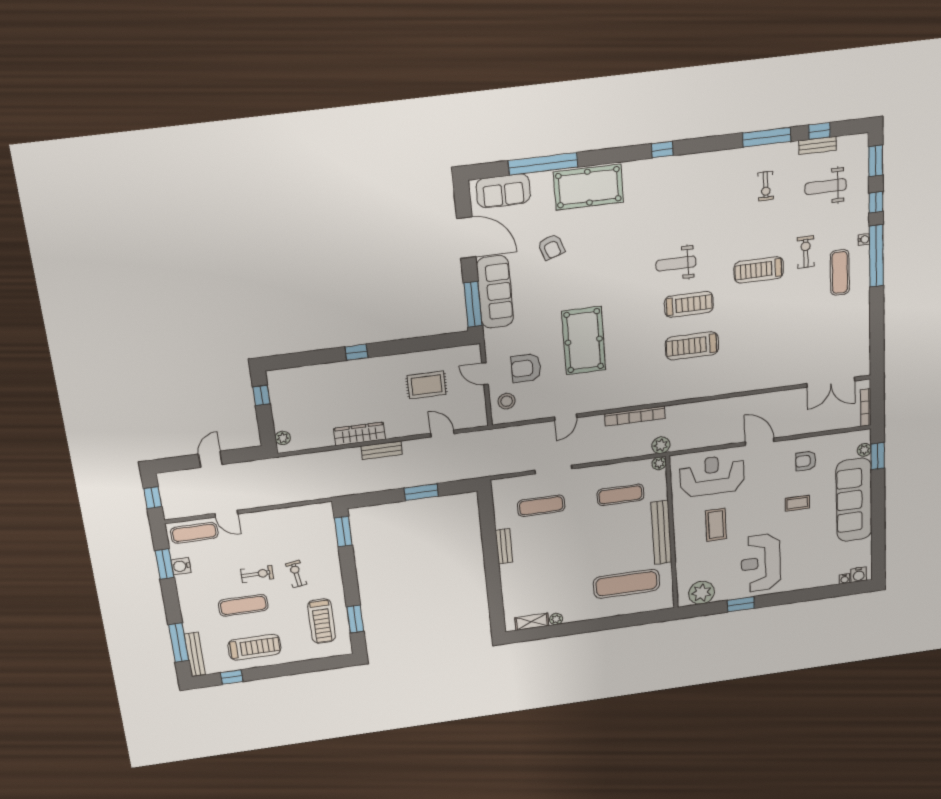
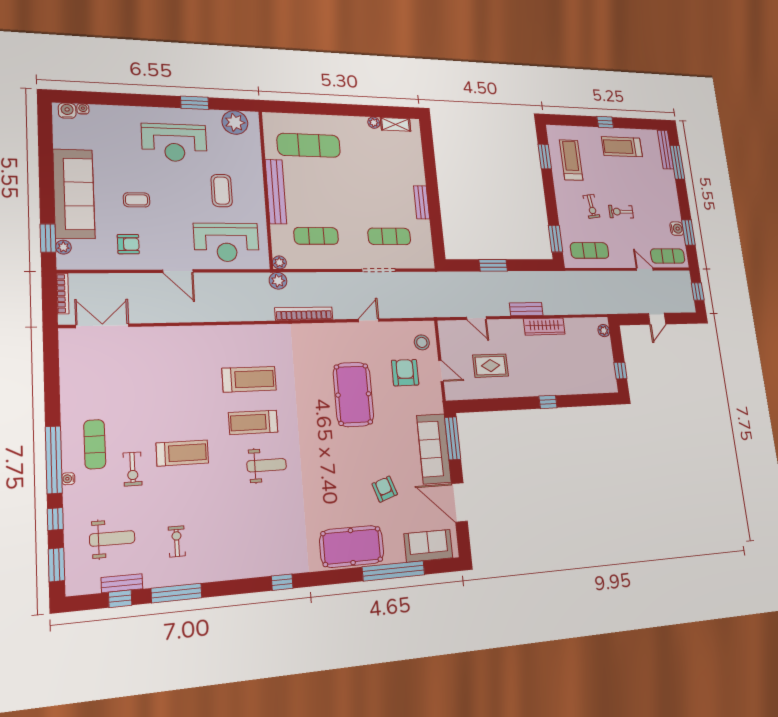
armchair: (526, 368) -> (405, 373), turned -90
reception desk: (761, 563) -> (174, 143), turned 90
exercise mat: (243, 605) -> (590, 250), moved
window: (232, 677) -> (605, 122), moved

